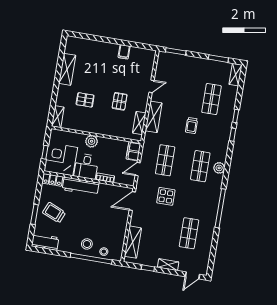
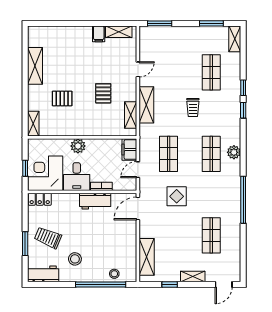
shelving: (141, 53) -> (119, 32), added
workbench: (81, 186) -> (95, 201), moved, width x0.73
stool: (87, 244) -> (75, 259), moved

